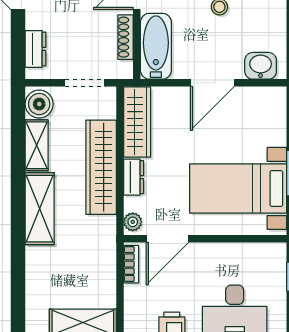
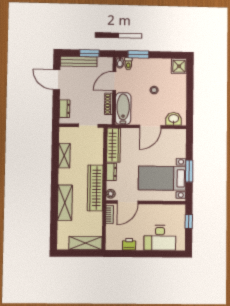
boiler: (39, 104) -> (66, 136), removed
wardrobe: (101, 167) -> (95, 188), moved
shelving: (40, 209) -> (65, 203), moved

